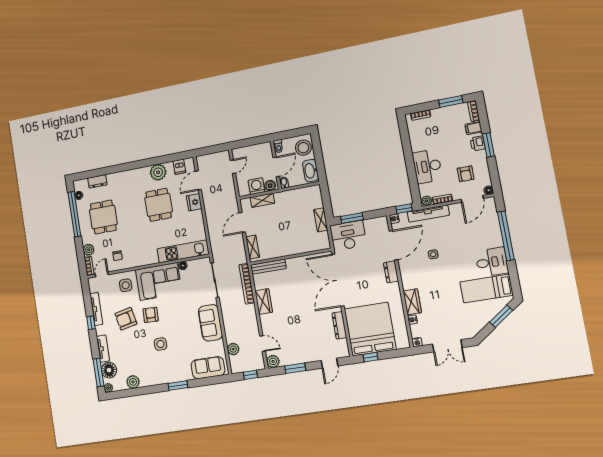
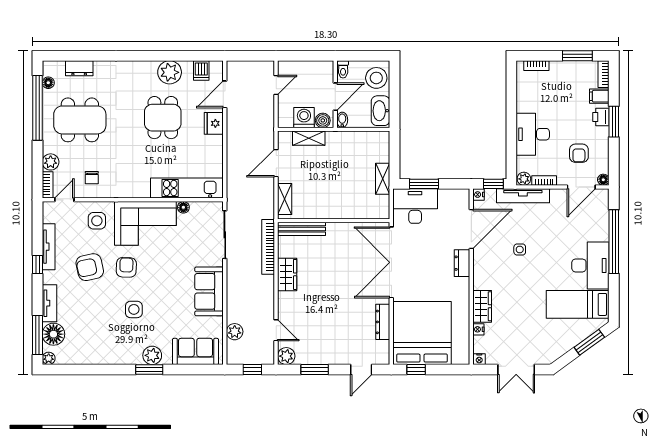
dining table: (103, 217) -> (80, 120), width x1.38
desk: (492, 262) -> (590, 265), width x1.37
plant: (133, 382) -> (152, 355), moved

